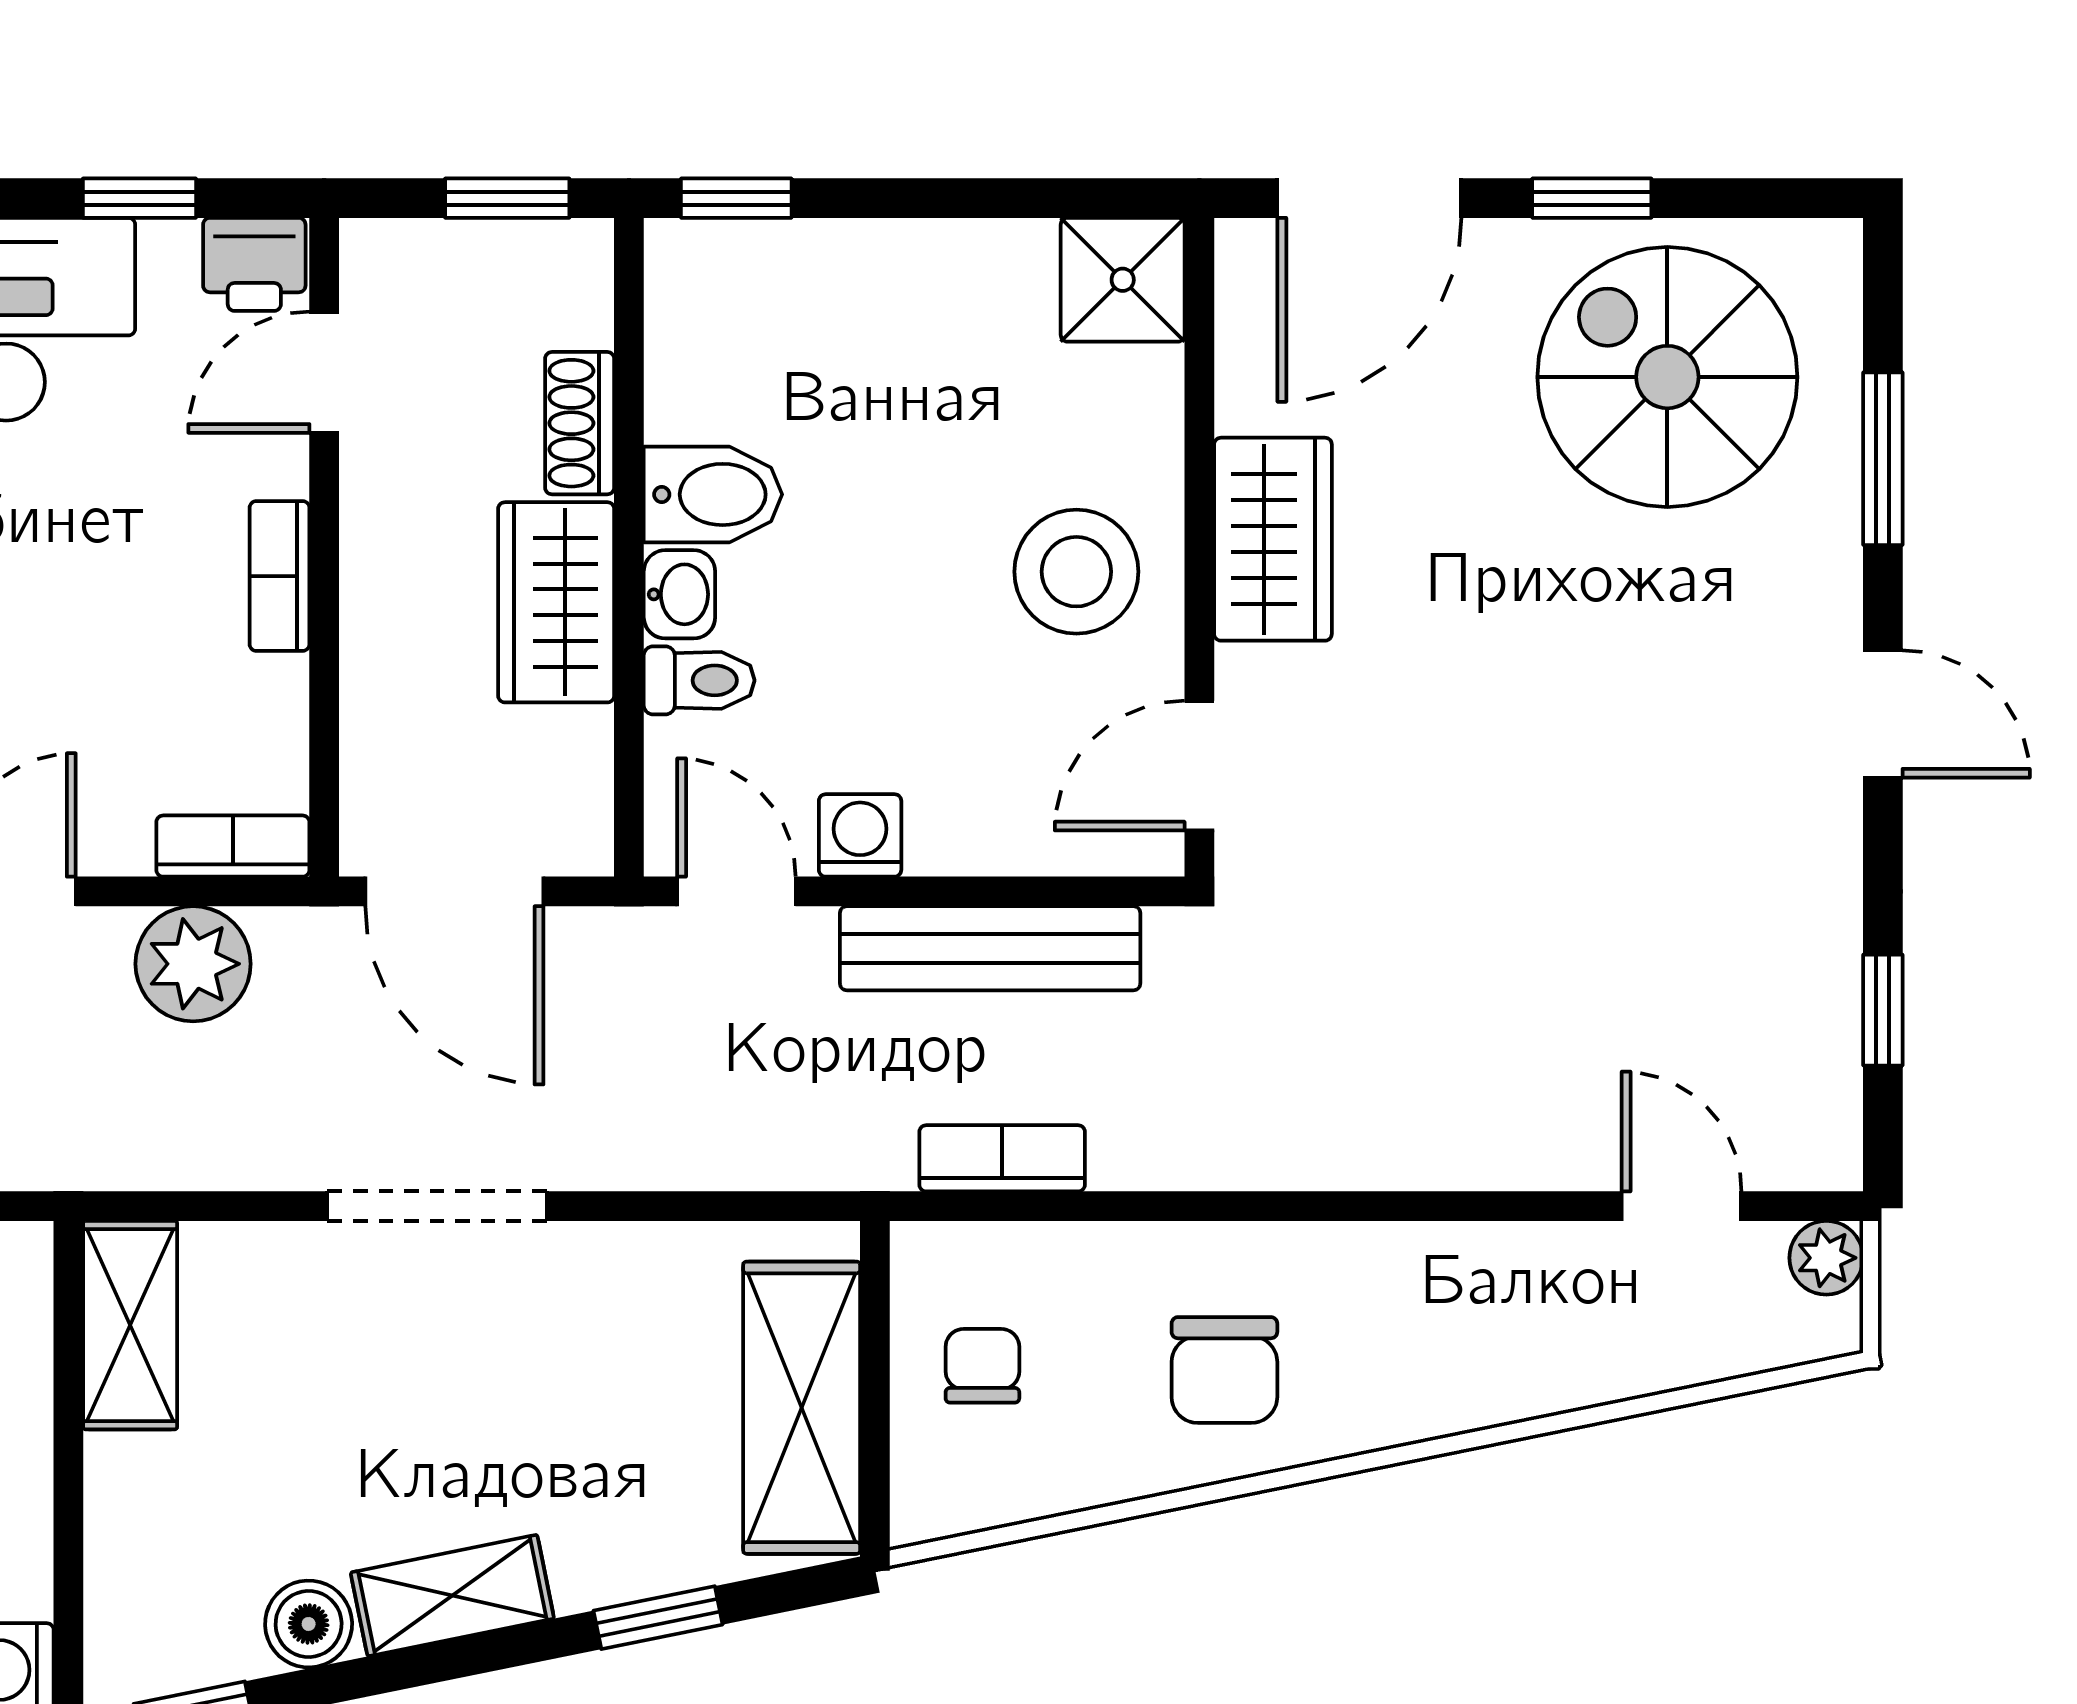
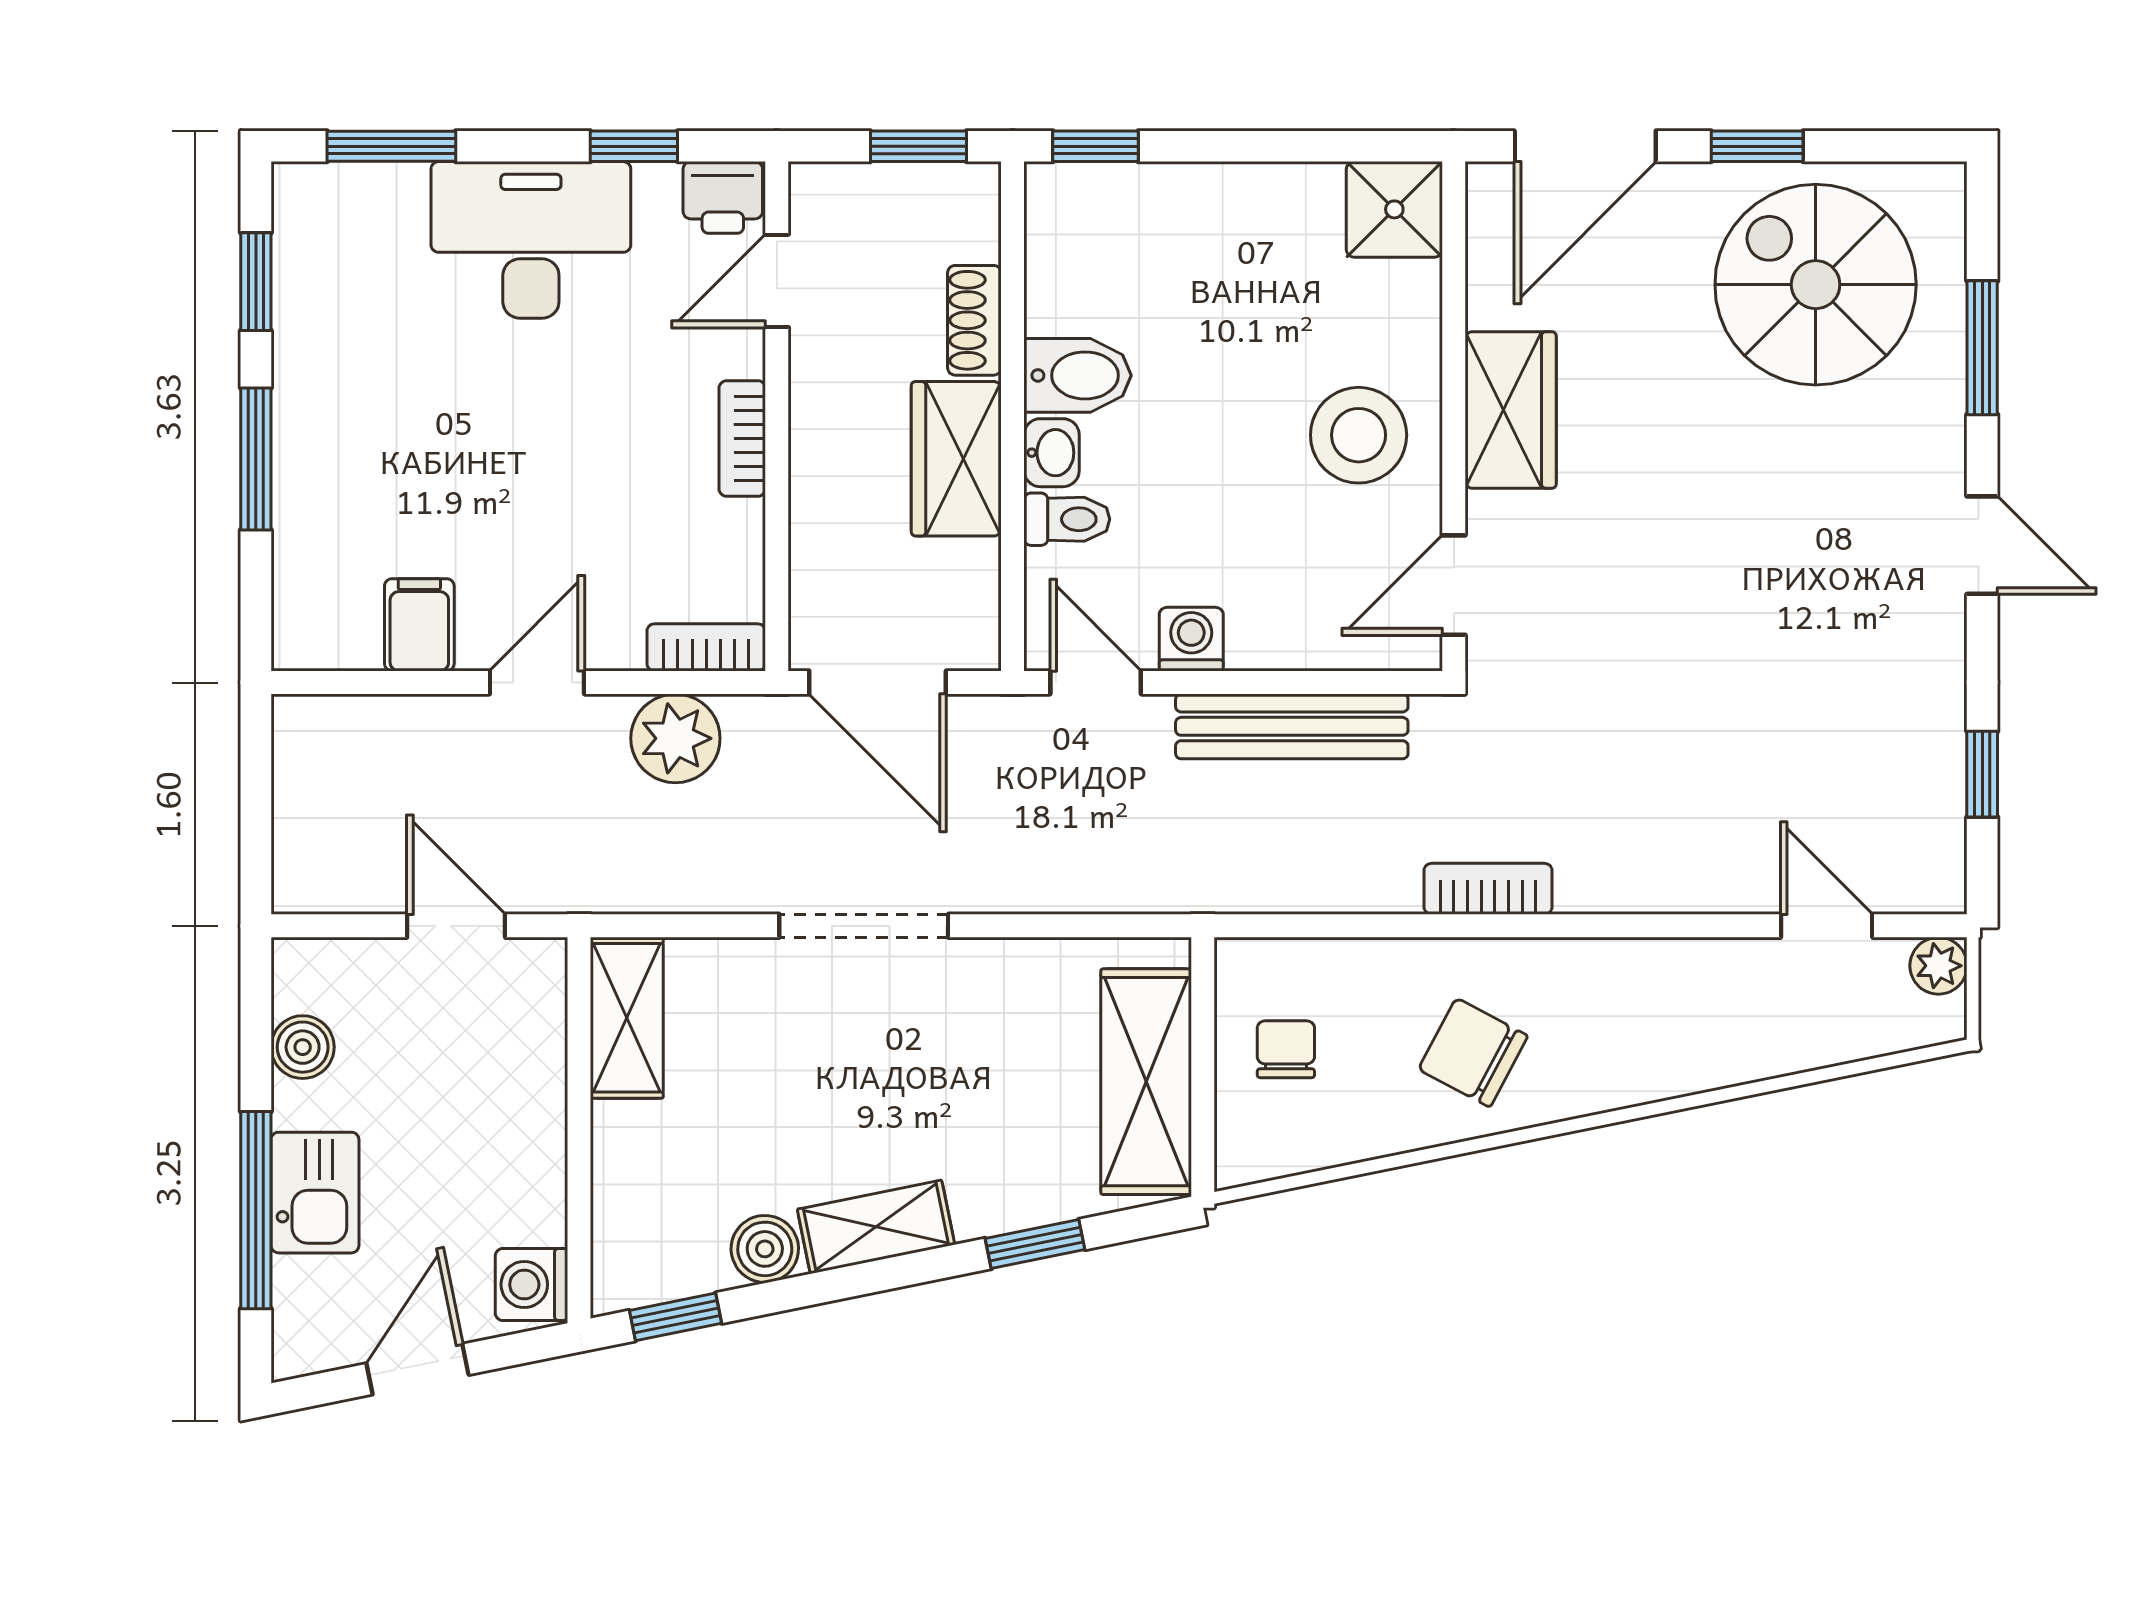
bookcase: (1002, 1158) -> (1488, 889), moved
chair: (1224, 1370) -> (1473, 1053), turned 118

